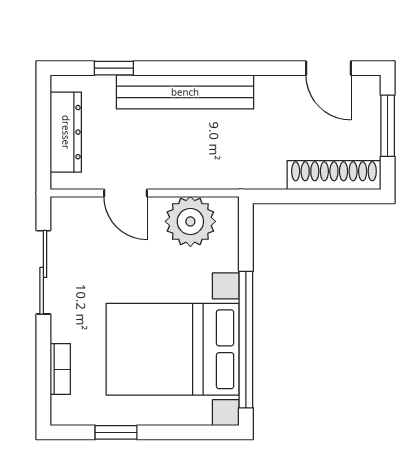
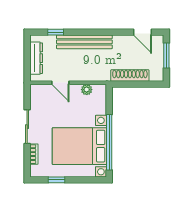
shoe rack: (334, 175) -> (130, 76), moved
plant: (190, 221) -> (87, 90), width x0.53, depth x0.53
sliding door: (43, 272) -> (27, 127), moved

